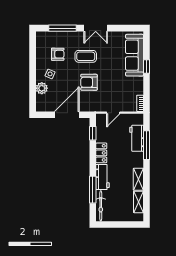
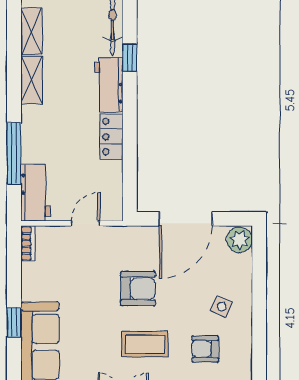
plant: (42, 88) -> (240, 240), moved
window: (93, 133) -> (130, 179), removed
workbench: (137, 138) -> (35, 193), moved
window: (93, 190) -> (130, 57), width x0.46

